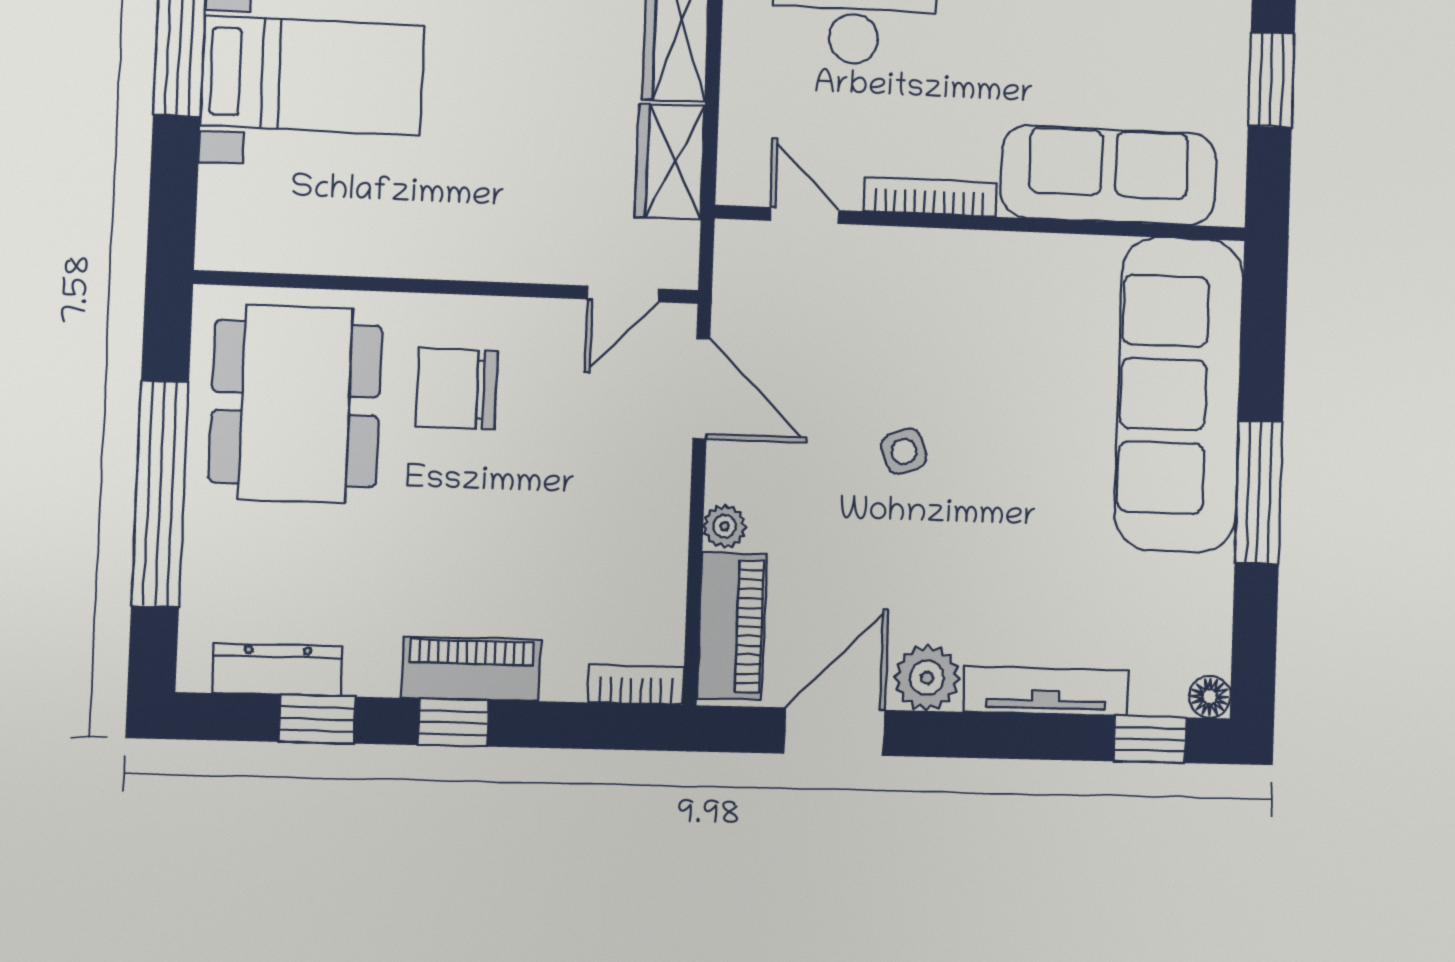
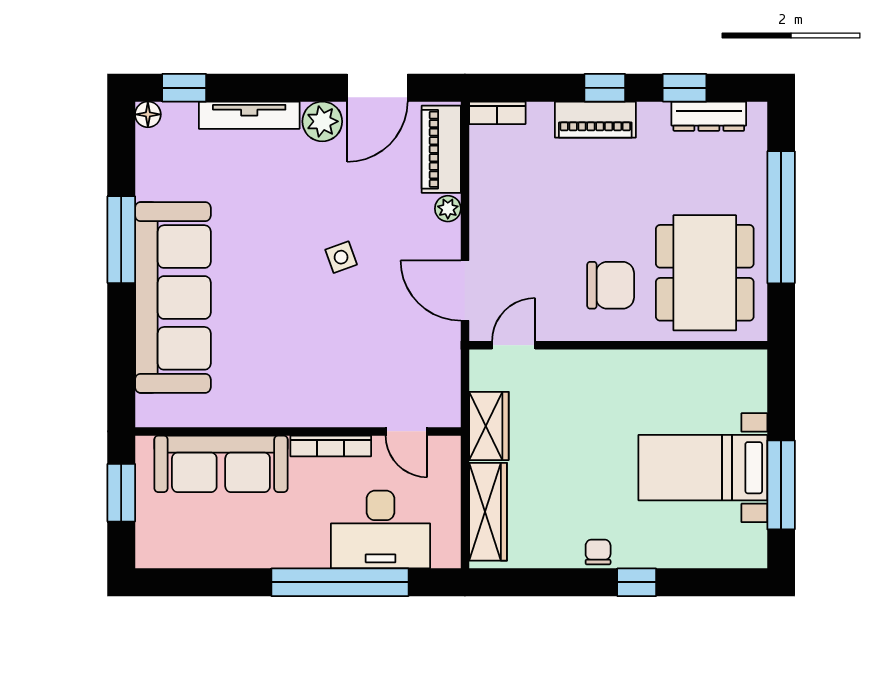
sofa: (1108, 175) -> (221, 464), moved
bookcase: (930, 197) -> (331, 446), moved
door: (805, 216) -> (406, 431), moved
wall: (982, 223) -> (298, 431), moved

